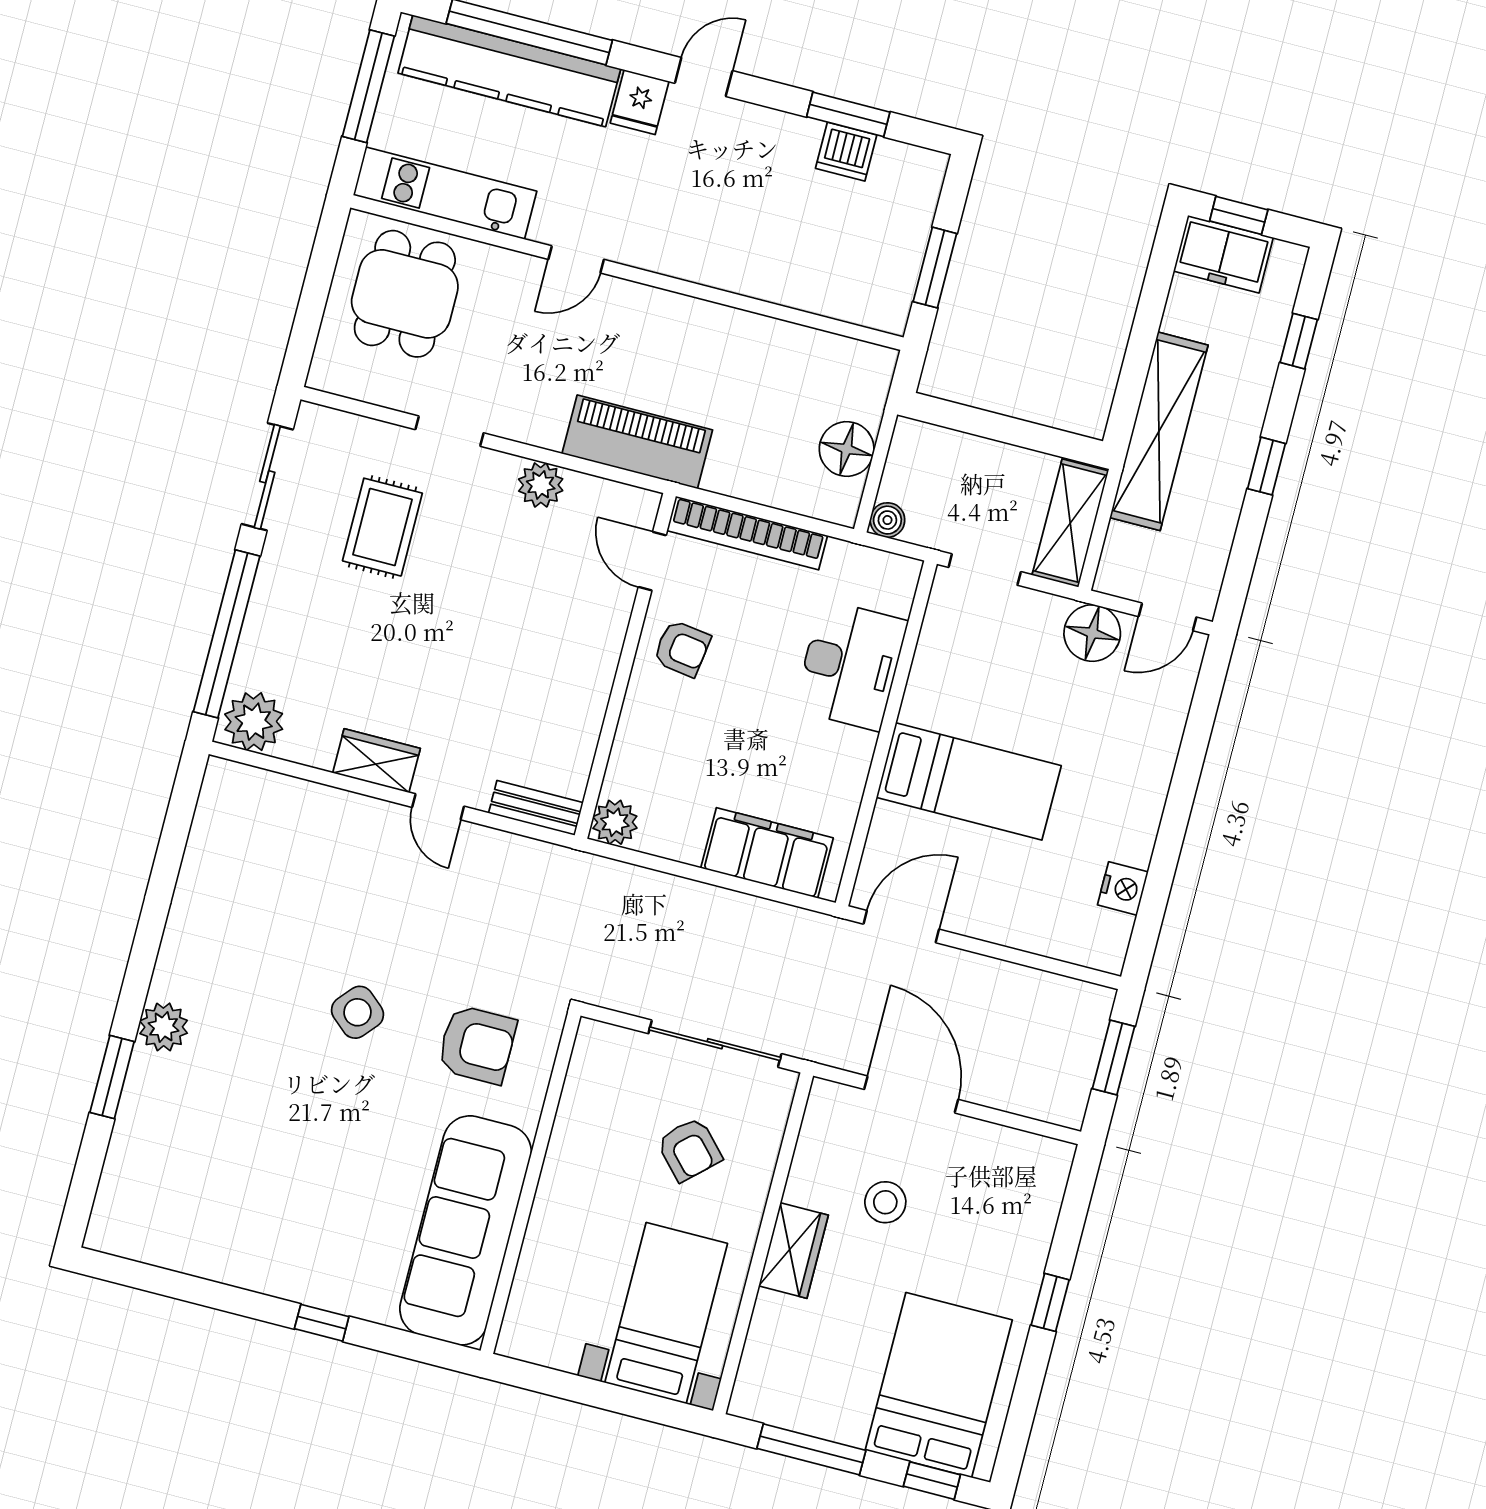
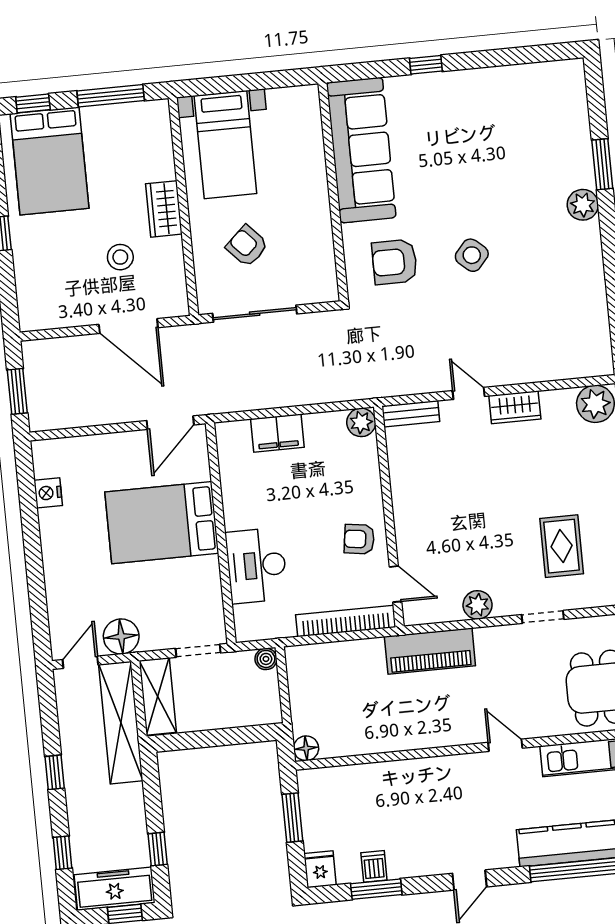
fridge: (640, 102) -> (320, 869), moved
dishwasher: (846, 152) -> (374, 866), width x0.73
freezer: (1223, 254) -> (114, 889), width x1.40
door: (576, 259) -> (505, 745), hinge flipped
window: (1154, 294) -> (158, 849), added
shelving: (1159, 431) -> (121, 723), moved
floor lamp: (847, 449) -> (306, 748), moved, width x0.73, depth x0.73
bed: (969, 781) -> (162, 523), width x1.50
filing cabinet: (767, 853) -> (277, 433), width x0.67, depth x0.86

